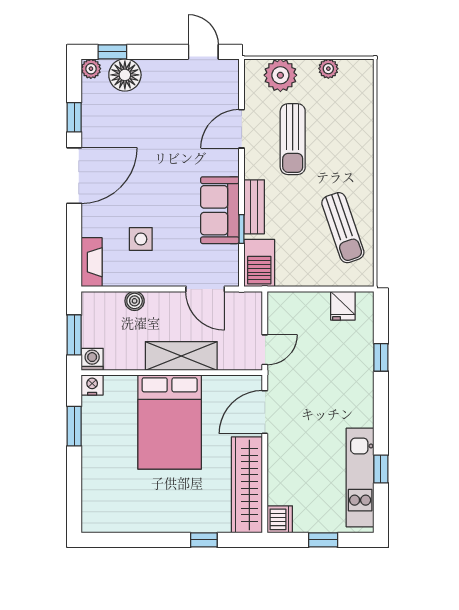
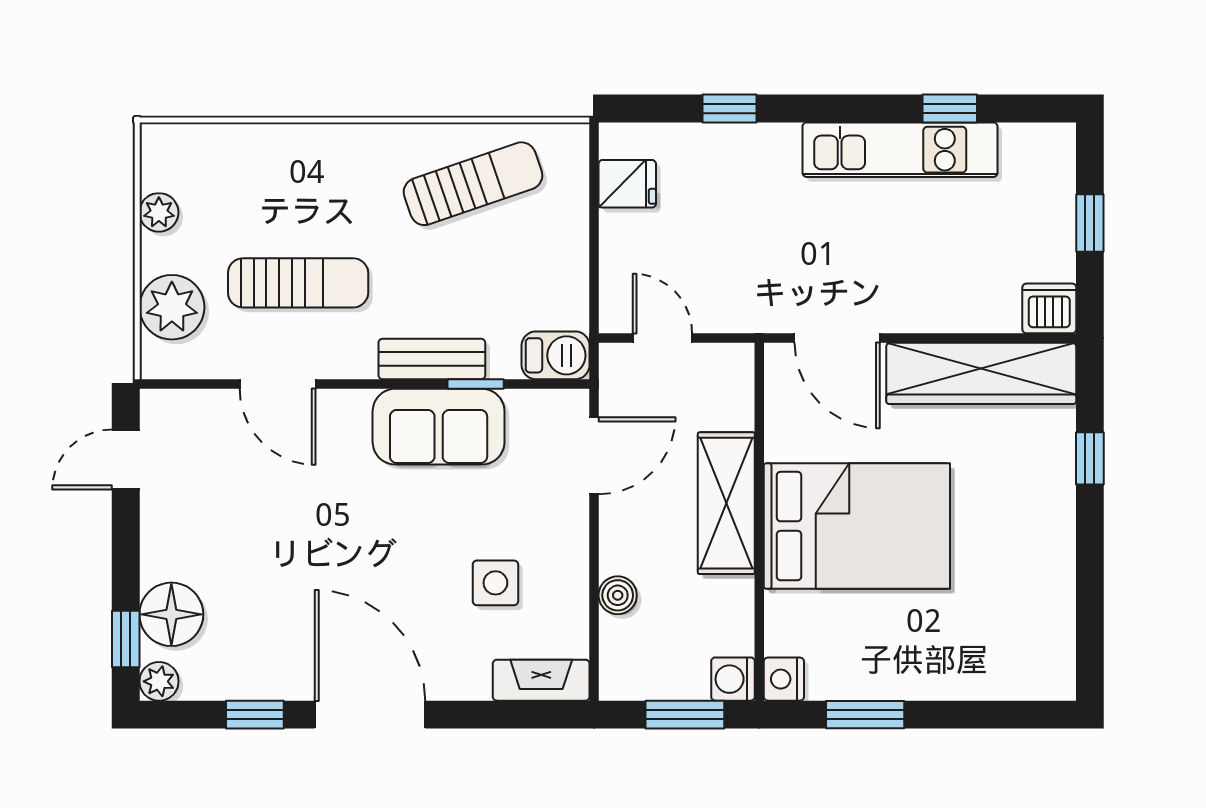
barbecue: (259, 263) -> (556, 355), width x0.73, depth x0.79
door: (265, 350) -> (662, 338), moved
kitchen unit: (360, 477) -> (900, 150), moved

